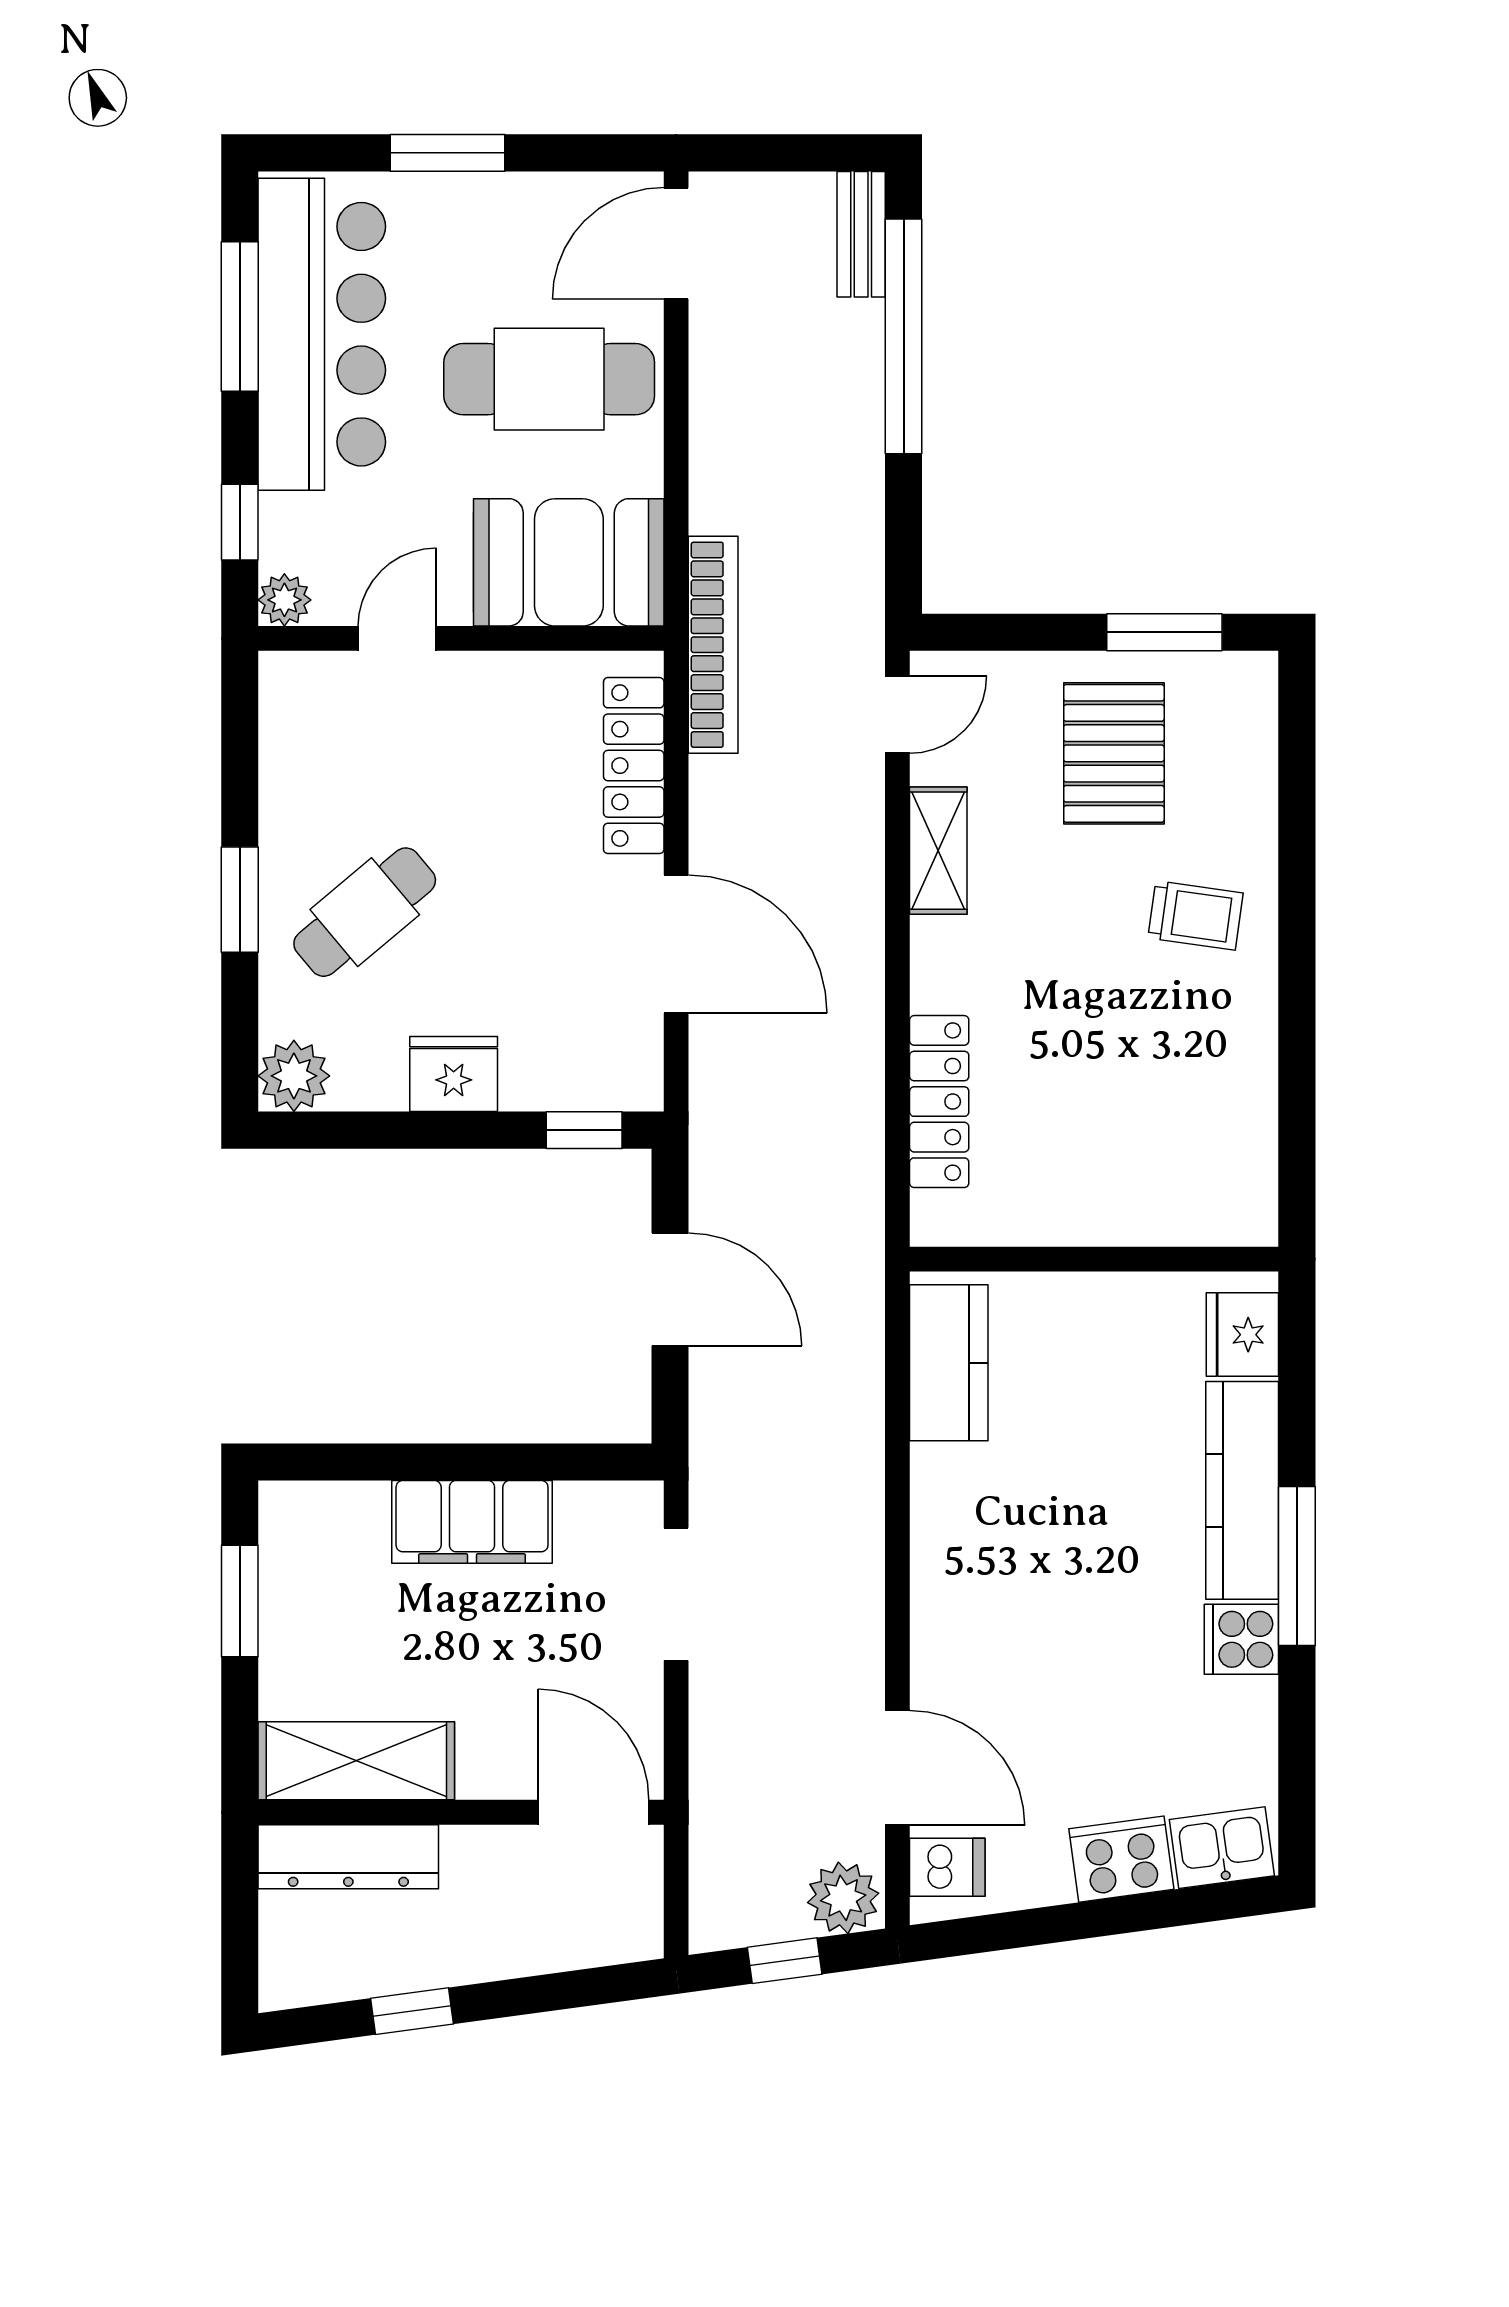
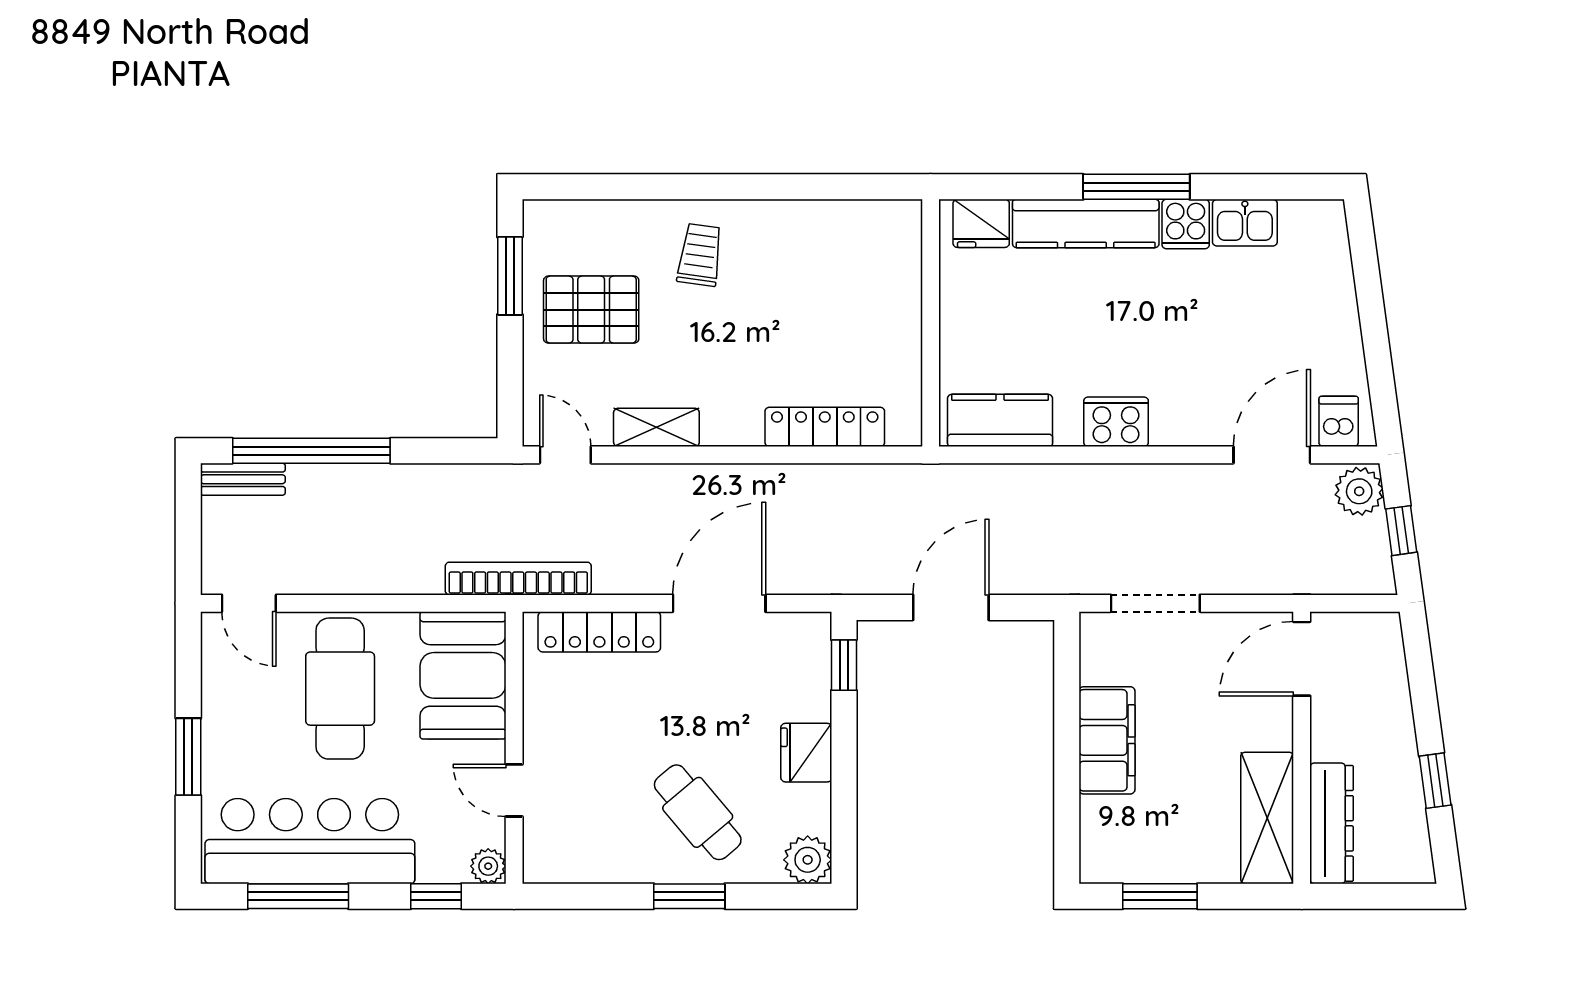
door: (676, 243) -> (249, 603), width x0.73
kitchen sink: (1222, 1848) -> (1245, 223), moved, turned -82
cooker: (1121, 1859) -> (1116, 422), moved, turned 98

